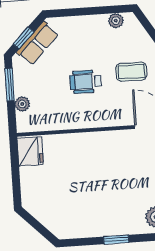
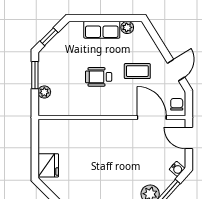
row of seats: (38, 43) -> (102, 30), moved, turned 45
fridge: (30, 151) -> (48, 165), moved

